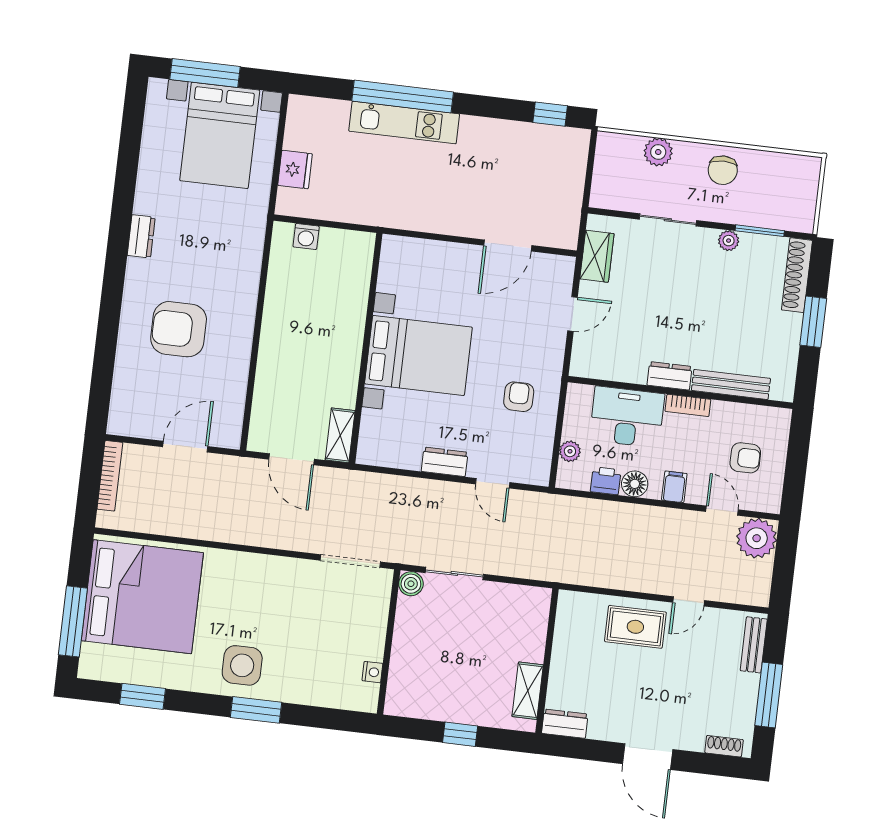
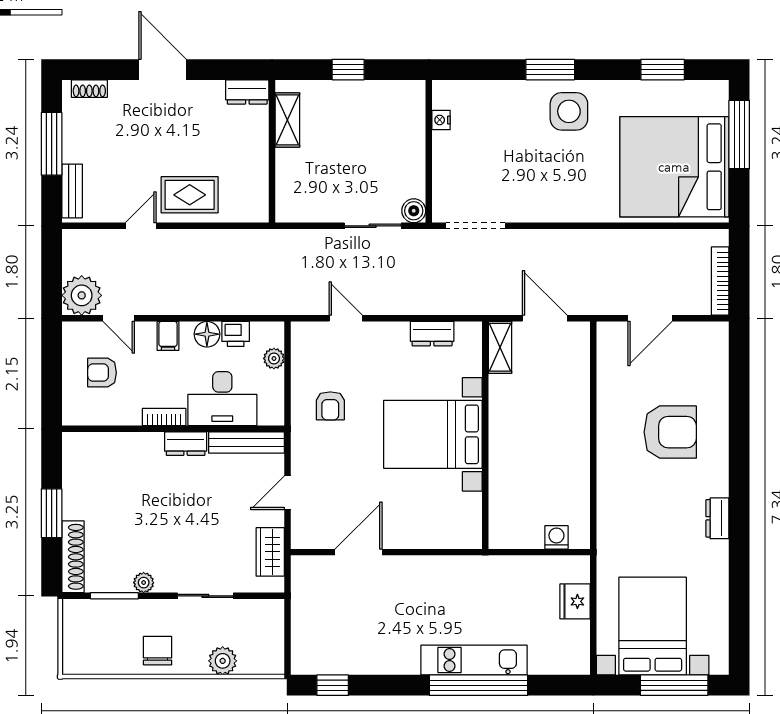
bench: (731, 384) -> (246, 442), moved
dresser: (445, 462) -> (432, 334), moved

